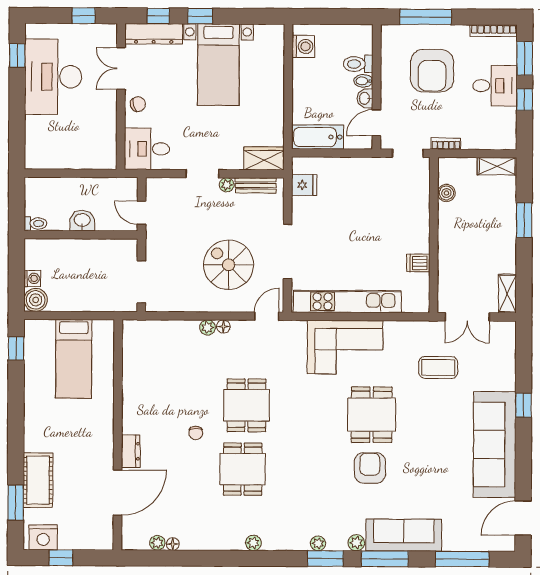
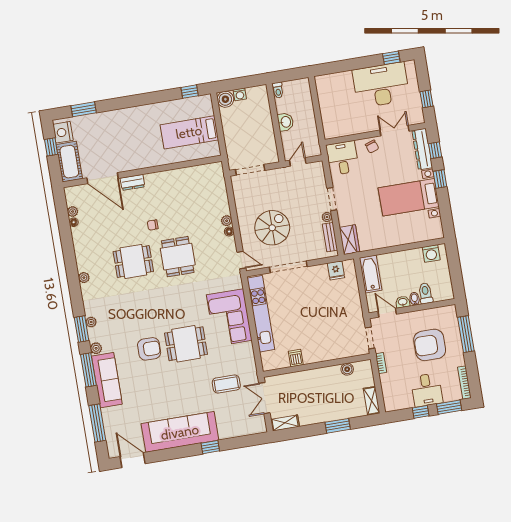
coffee table: (438, 367) -> (226, 384), turned 90
dining table: (246, 405) -> (178, 257), turned 90
cot: (38, 480) -> (69, 162), moved, turned 90

